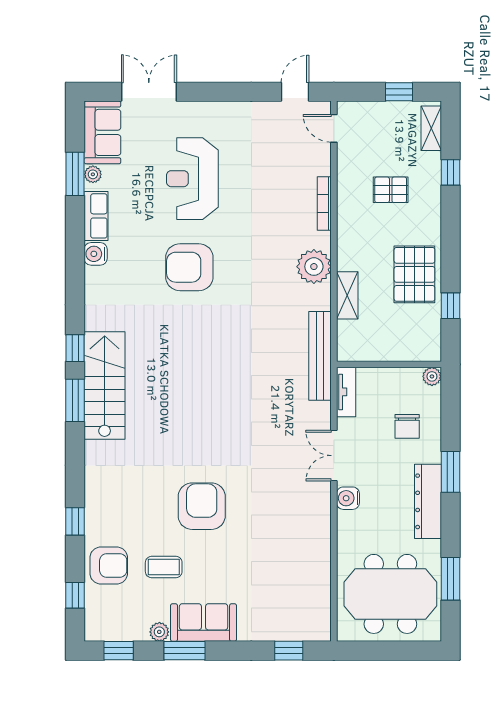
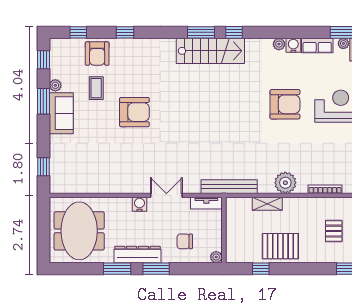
armchair: (189, 267) -> (285, 104), turned 90
plant: (94, 277) -> (279, 44), added
window: (450, 579) -> (117, 269), moved

